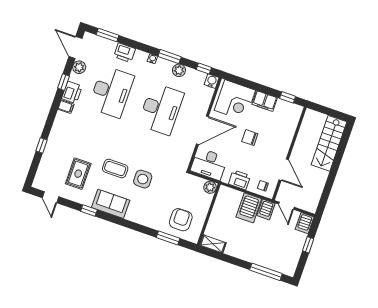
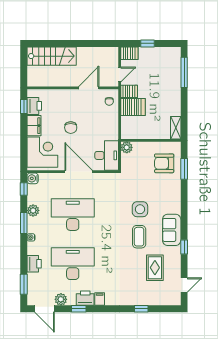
door: (75, 47) -> (45, 309), hinge flipped
rug: (78, 174) -> (155, 268), turned 90
printer: (239, 180) -> (34, 106), moved, turned 180

